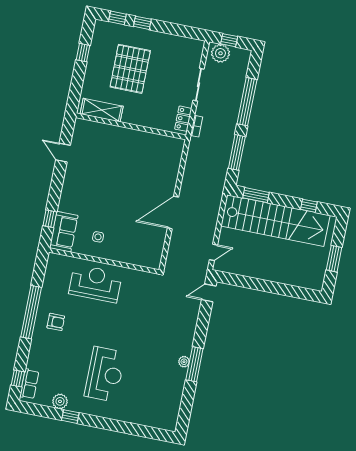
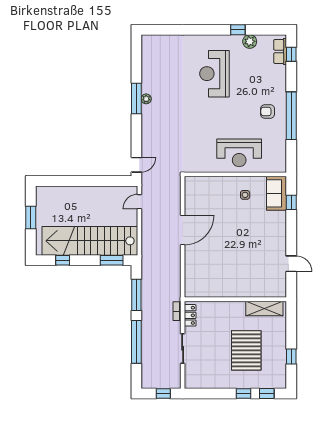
plant: (220, 53) -> (169, 380), removed

